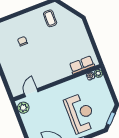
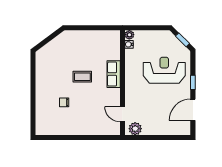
coffee table: (50, 18) -> (82, 77), moved
row of seats: (82, 65) -> (114, 74), moved

